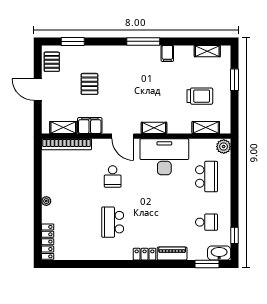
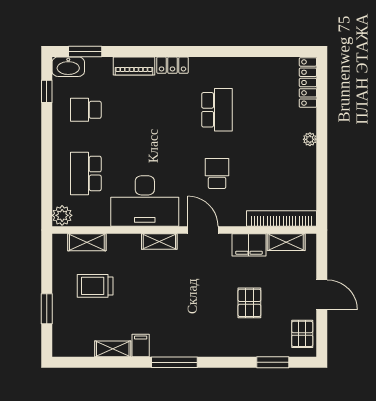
shelving: (207, 51) -> (113, 349), moved

